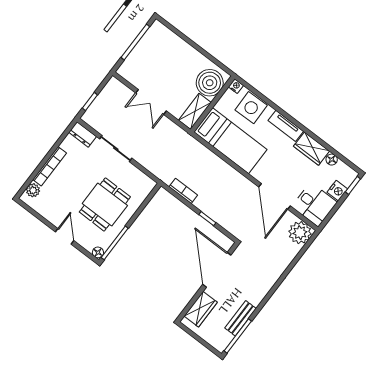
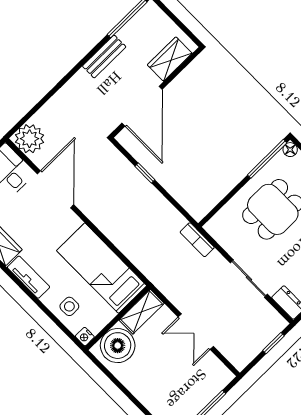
double door: (151, 102) -> (196, 332), swing flipped
side table: (251, 108) -> (69, 306), width x0.54, depth x0.54
bookcase: (183, 191) -> (197, 240), moved
bench: (240, 318) -> (104, 57), moved

